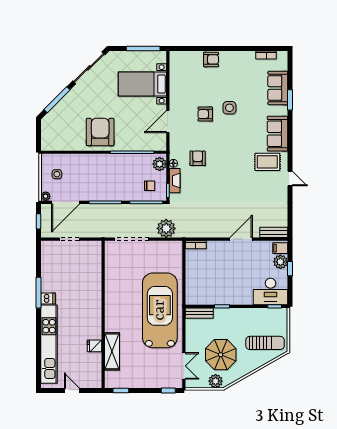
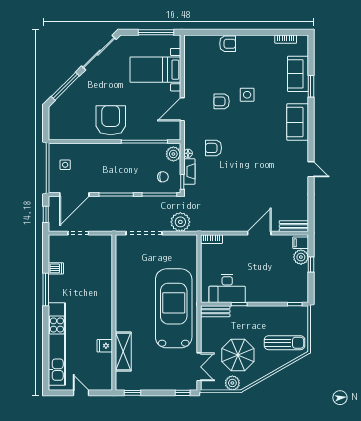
armchair: (198, 158) -> (214, 148), turned -90
rug: (267, 162) -> (287, 152), removed
plant: (46, 196) -> (53, 188), removed
desk: (270, 292) -> (227, 288), moved
dishwasher: (48, 299) -> (56, 268), moved

